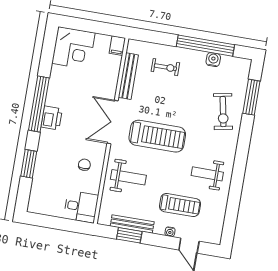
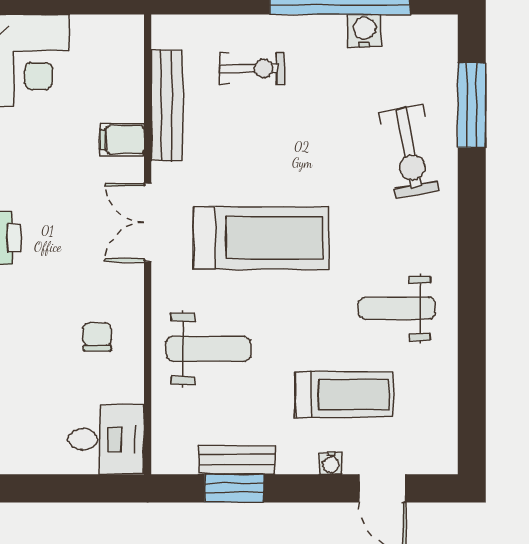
filing cabinet: (117, 46) -> (122, 140), moved, turned 90
double door: (113, 122) -> (148, 222), width x0.73
bench: (132, 224) -> (237, 460), width x0.73

